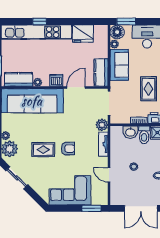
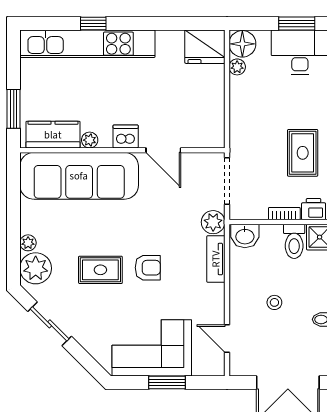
window: (126, 21) -> (297, 23), moved
fridge: (83, 34) -> (205, 47), moved
sofa: (119, 65) -> (246, 107), removed
kitchen counter: (101, 72) -> (212, 121), removed
door: (76, 87) -> (163, 150), swing flipped
washbasin: (130, 132) -> (245, 236), moved
door: (109, 175) -> (227, 339), moved
window: (91, 208) -> (167, 383), moved

